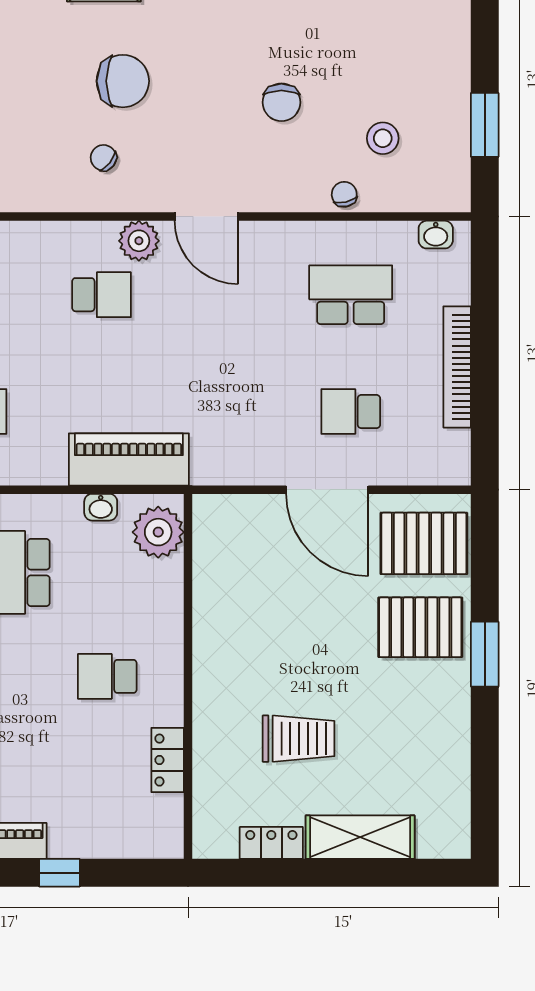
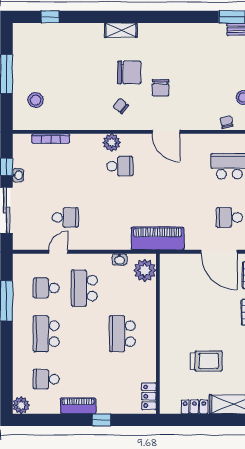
chair: (281, 102) -> (160, 88), moved
plant: (139, 241) -> (112, 143), moved
piano: (129, 459) -> (158, 238), moved
school desk: (107, 676) -> (122, 334), width x1.85
locker: (168, 760) -> (149, 396), moved

